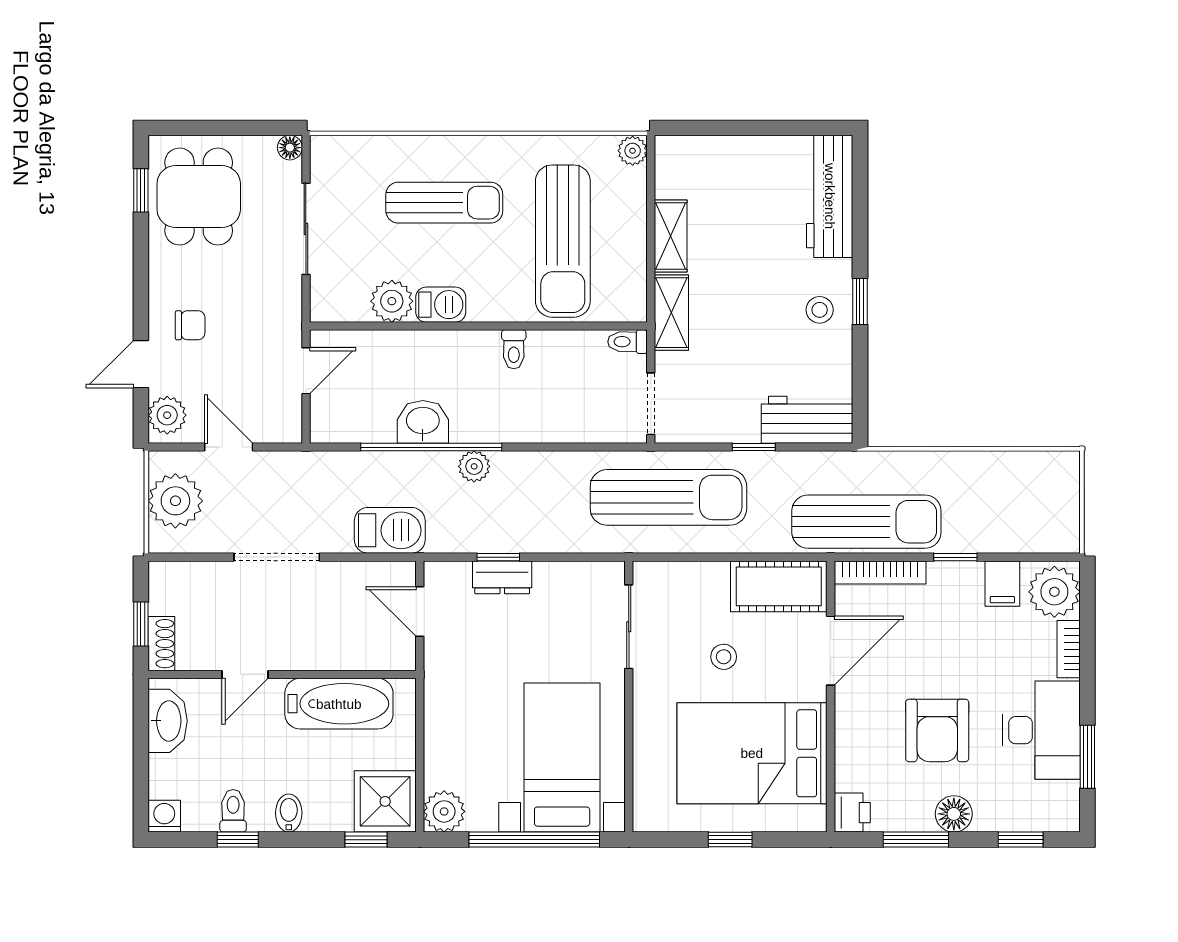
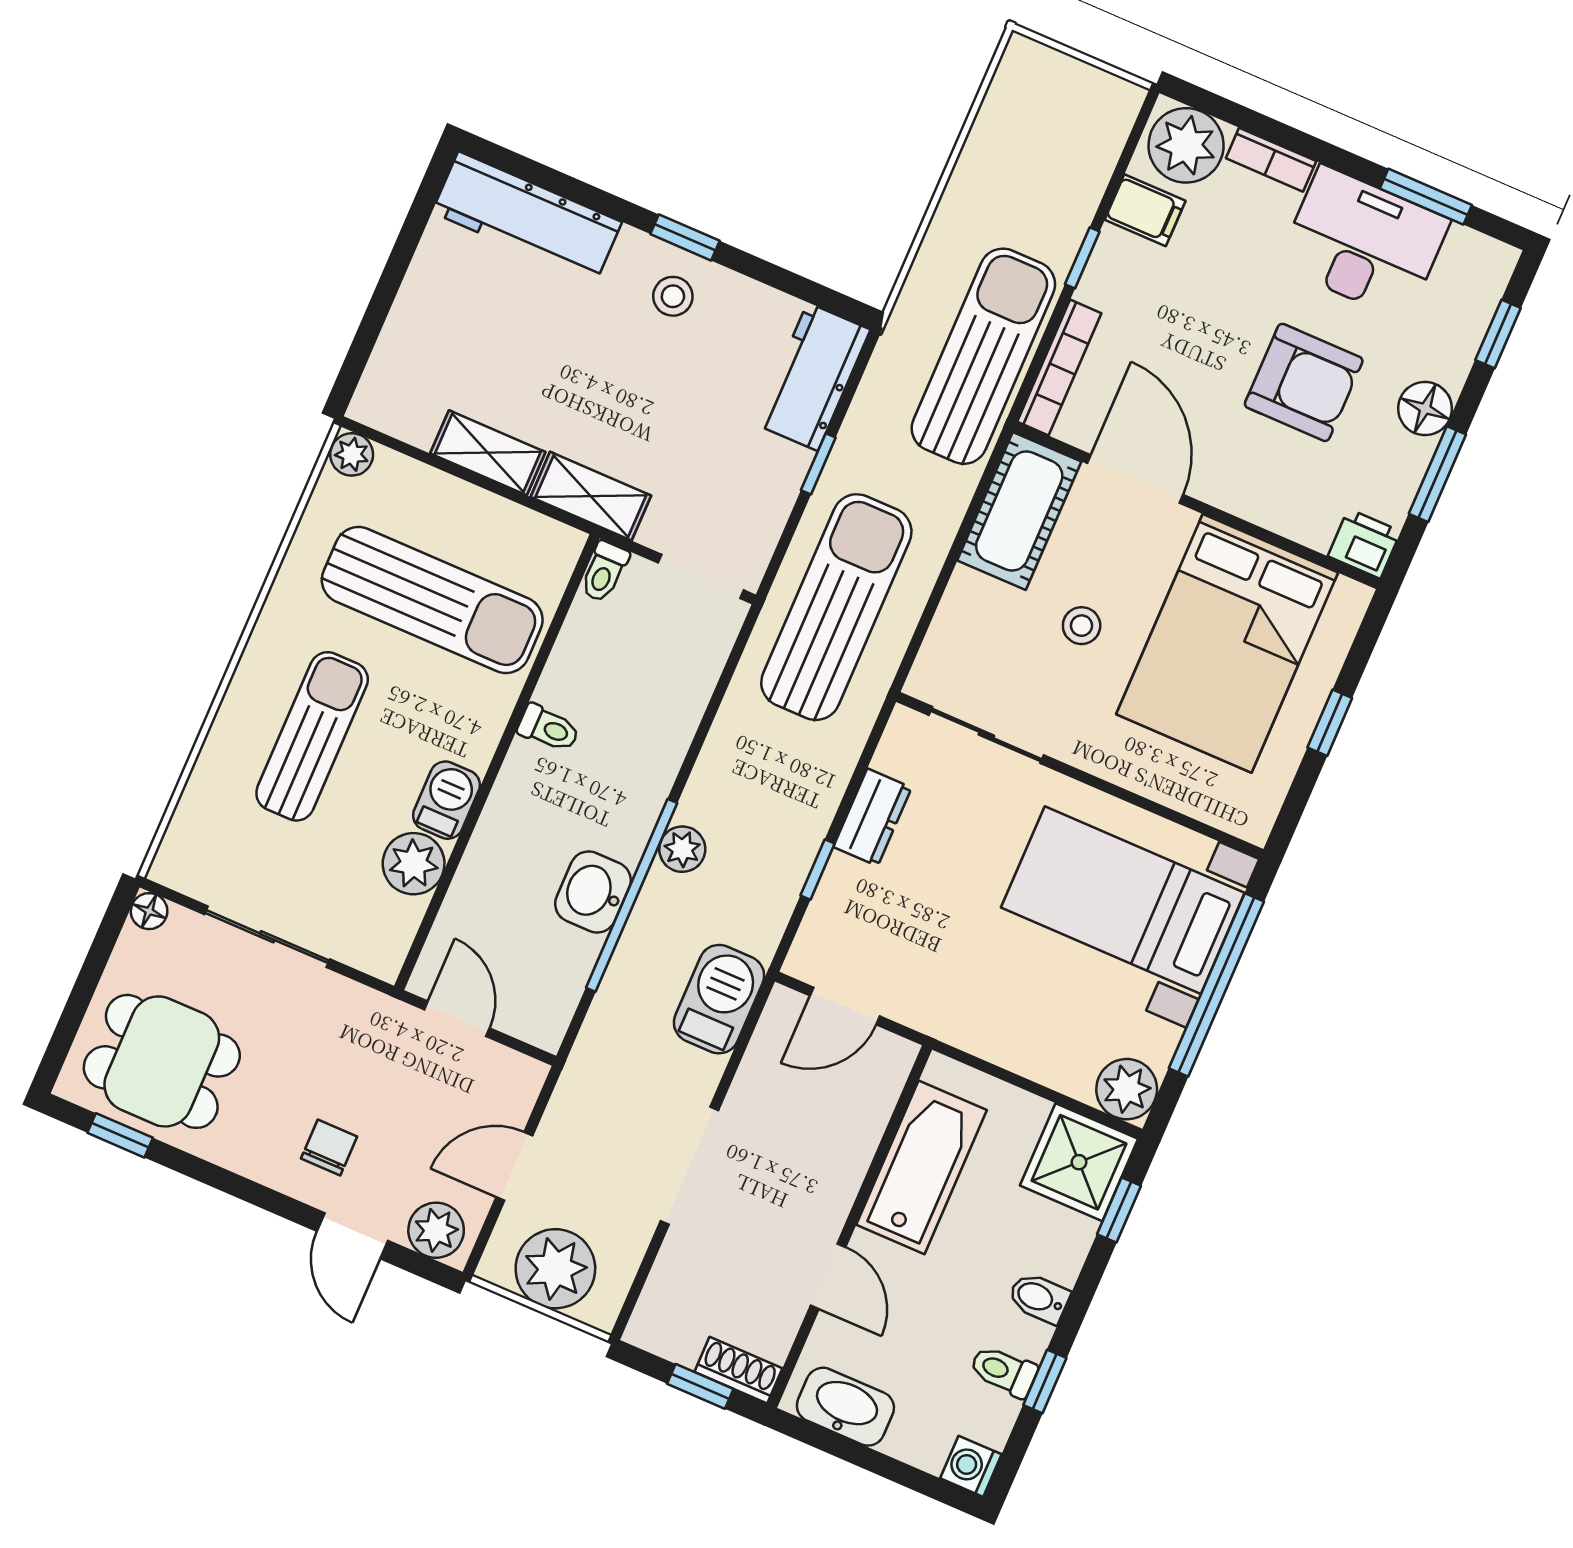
dresser: (502, 577) -> (872, 817), moved

